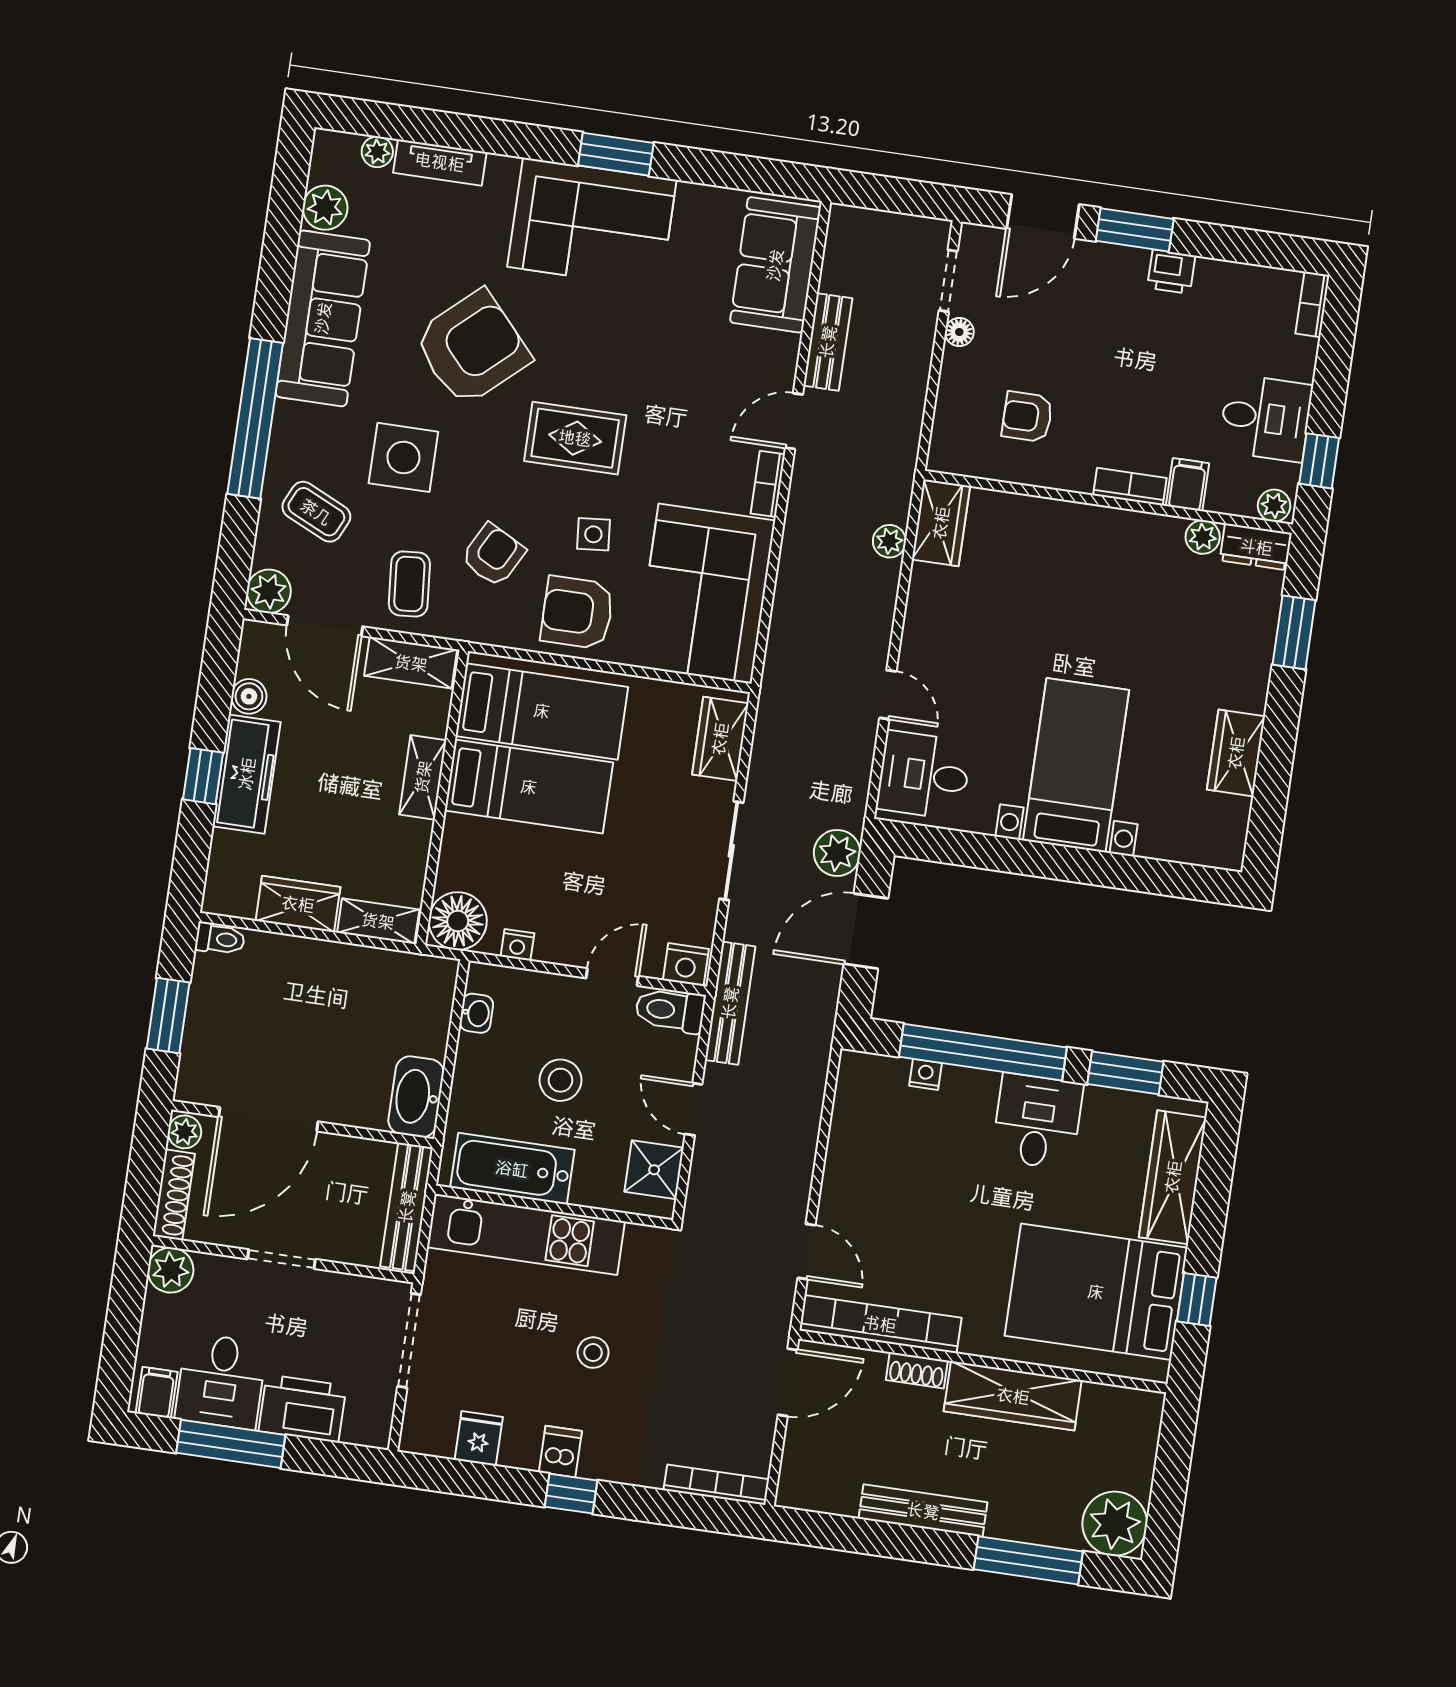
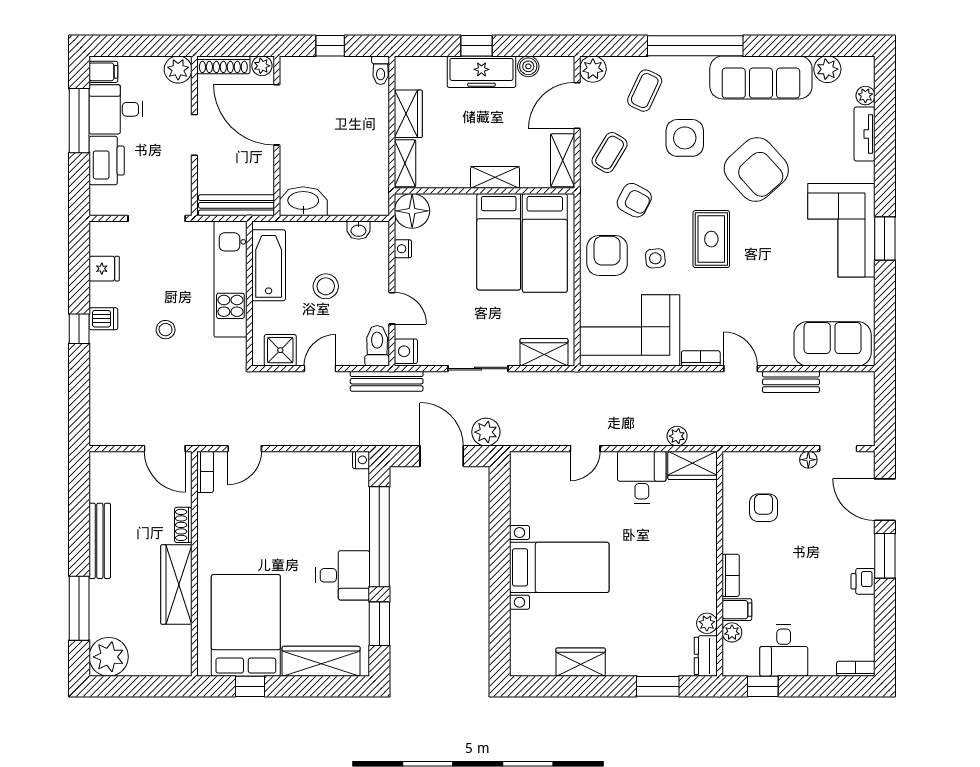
plant: (1274, 506) -> (732, 632), moved
coffee table: (409, 584) -> (610, 153), turned -54
desk: (924, 775) -> (642, 477), moved
window: (168, 1016) -> (330, 46), width x0.67
nightstand: (925, 1074) -> (361, 460), moved
bookcase: (880, 1324) -> (205, 472), width x0.43, depth x0.76
bookcase: (716, 1485) -> (97, 415), removed

